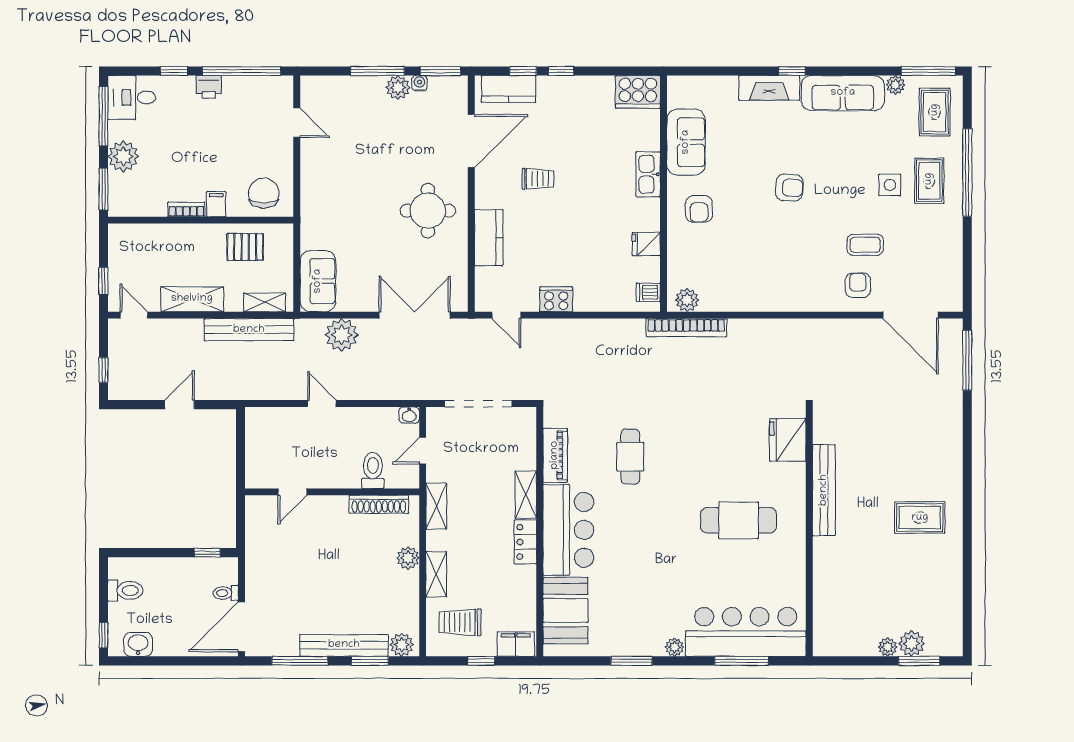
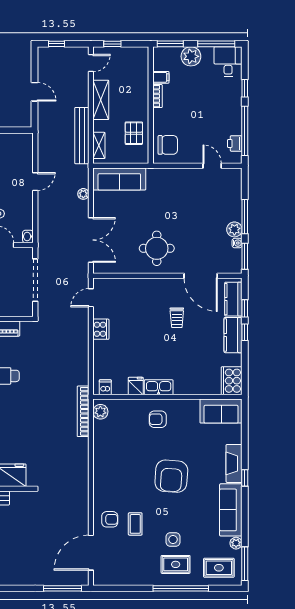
printer: (209, 87) -> (235, 143), moved
door: (297, 123) -> (212, 166), swing flipped
sofa: (686, 142) -> (221, 411), moved
kitchen sink: (648, 174) -> (159, 387), moved
armchair: (789, 188) -> (171, 476), width x1.88, depth x1.88
filing cabinet: (216, 204) -> (161, 77), moved
kitchen counter: (489, 238) -> (233, 335), moved, turned 90
sofa: (318, 281) -> (119, 179), width x1.36
plant: (342, 335) -> (83, 194), width x0.53, depth x0.53

